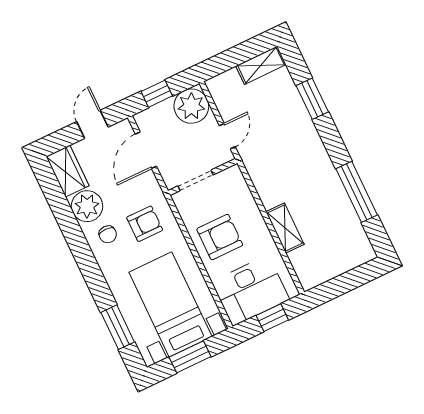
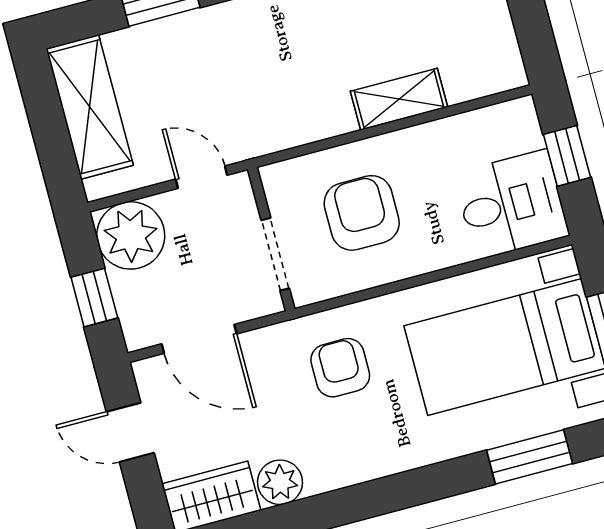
shelving: (261, 65) -> (90, 107), width x1.50, depth x1.33
plant: (87, 206) -> (280, 482), width x0.73, depth x0.73
chair: (108, 234) -> (347, 443), removed
armchair: (220, 237) -> (362, 213), moved
desk: (250, 291) -> (511, 204), width x0.73

